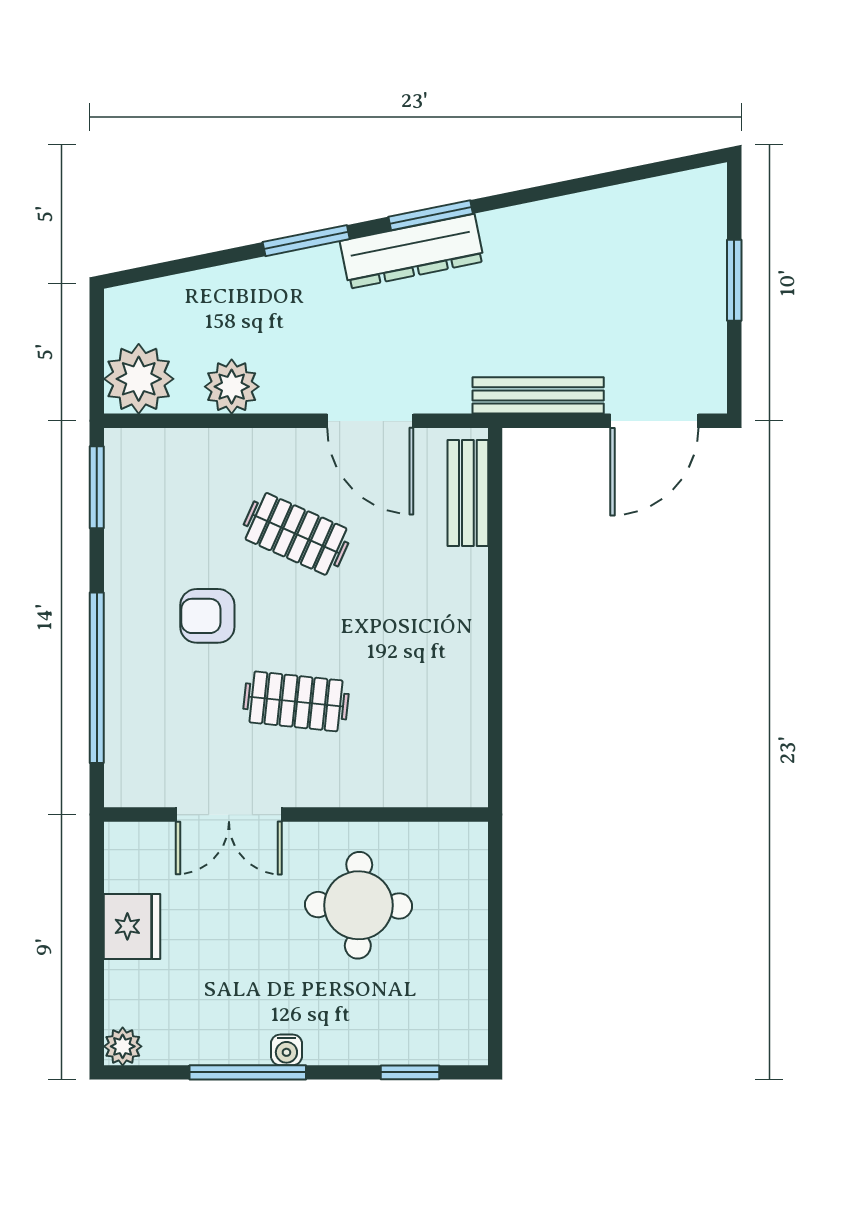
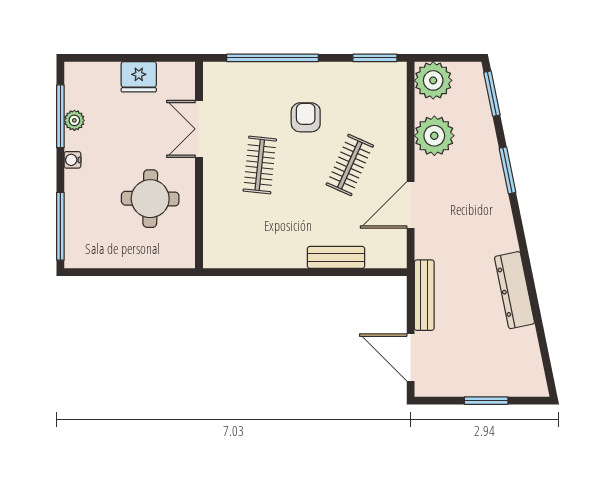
window: (431, 215) -> (492, 94), moved
dresser: (412, 251) -> (514, 290), moved
plant: (232, 387) -> (434, 136), width x1.36, depth x1.36
bench: (468, 493) -> (336, 257), moved
plant: (123, 1046) -> (74, 120), moved
window: (248, 1072) -> (60, 116), moved
window: (410, 1072) -> (60, 226), width x2.17

